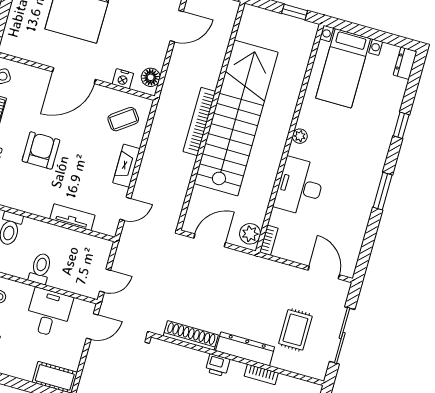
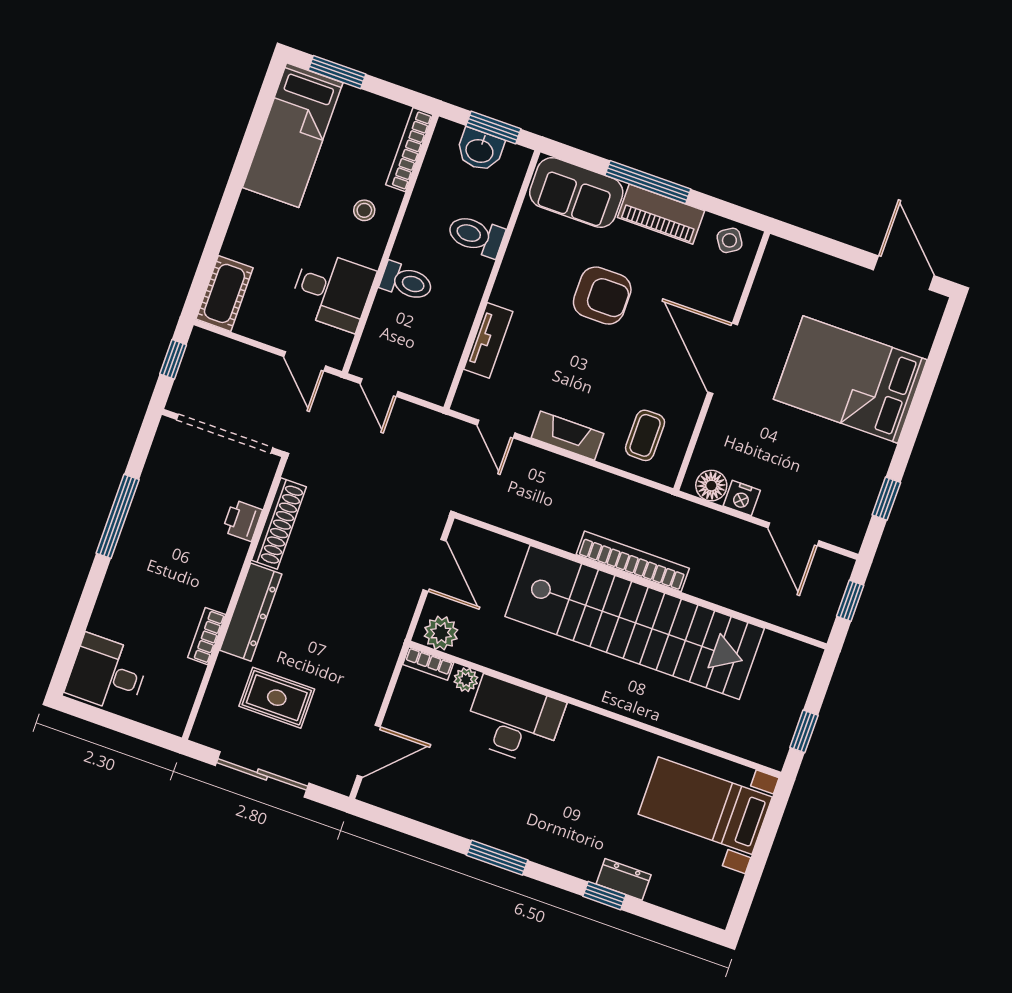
dresser: (405, 63) -> (624, 879), moved
nightstand: (123, 79) -> (742, 498), moved, turned -90
coffee table: (123, 119) -> (645, 435), turned 36
plant: (300, 136) -> (466, 680), moved
printer: (218, 365) -> (242, 520), moved

